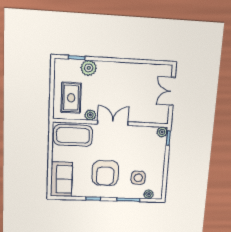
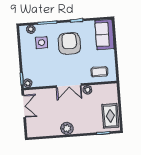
plant: (89, 68) -> (67, 128), moved
double door: (172, 91) -> (24, 106), moved
rug: (71, 98) -> (110, 116), moved
coffee table: (73, 135) -> (99, 72), width x0.54, depth x0.58

